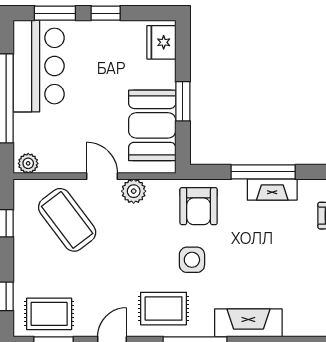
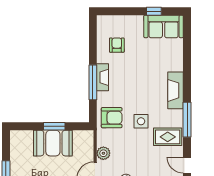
fridge: (161, 42) -> (22, 138), removed
booth: (152, 125) -> (53, 143), moved
rug: (164, 309) -> (168, 137), turned 90

